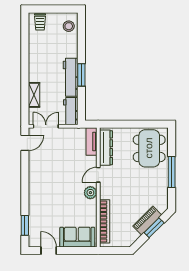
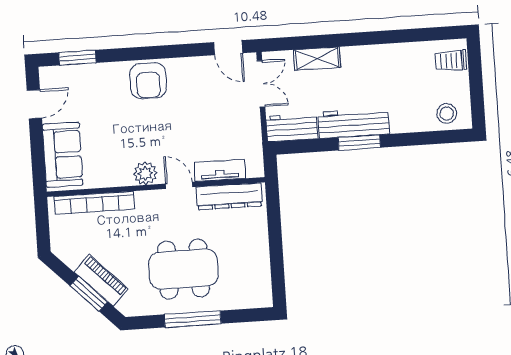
tv unit: (92, 142) -> (220, 170), moved
dining table: (149, 148) -> (184, 269), moved
armchair: (40, 188) -> (148, 81), added

